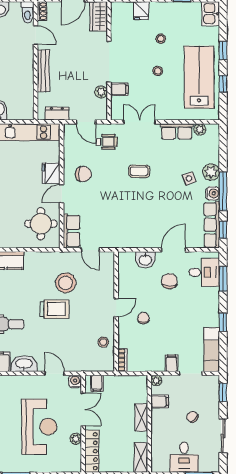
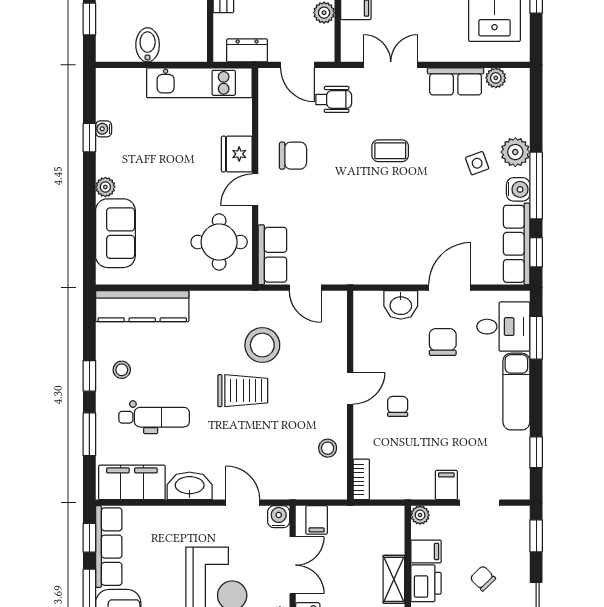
window: (223, 322) -> (536, 452), moved
exam couch: (212, 350) -> (516, 392), moved
printer: (160, 420) -> (426, 583), added

